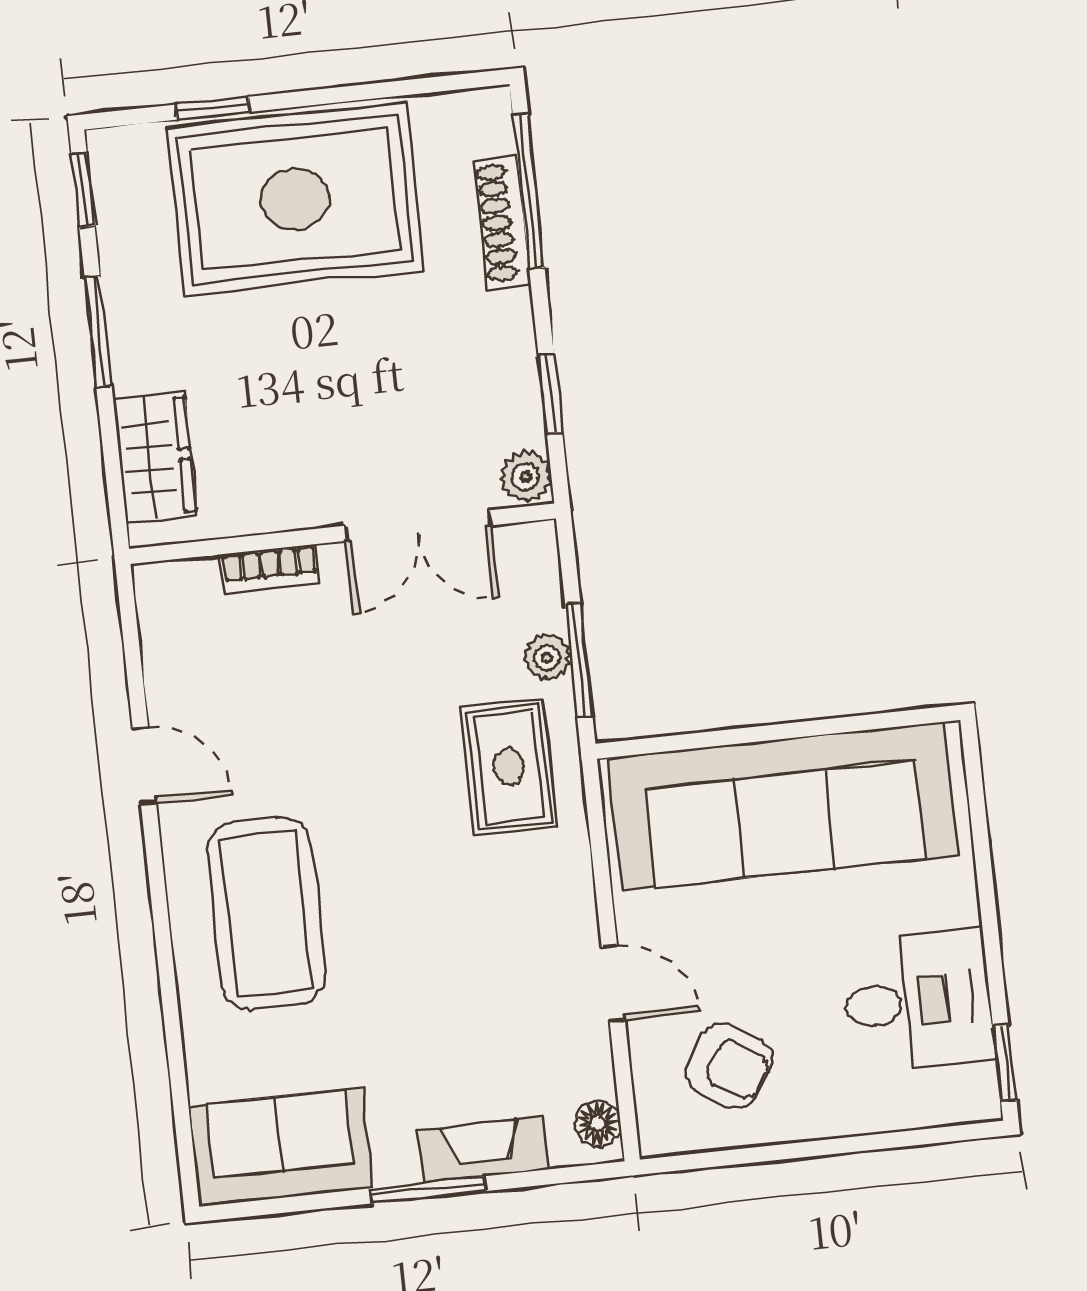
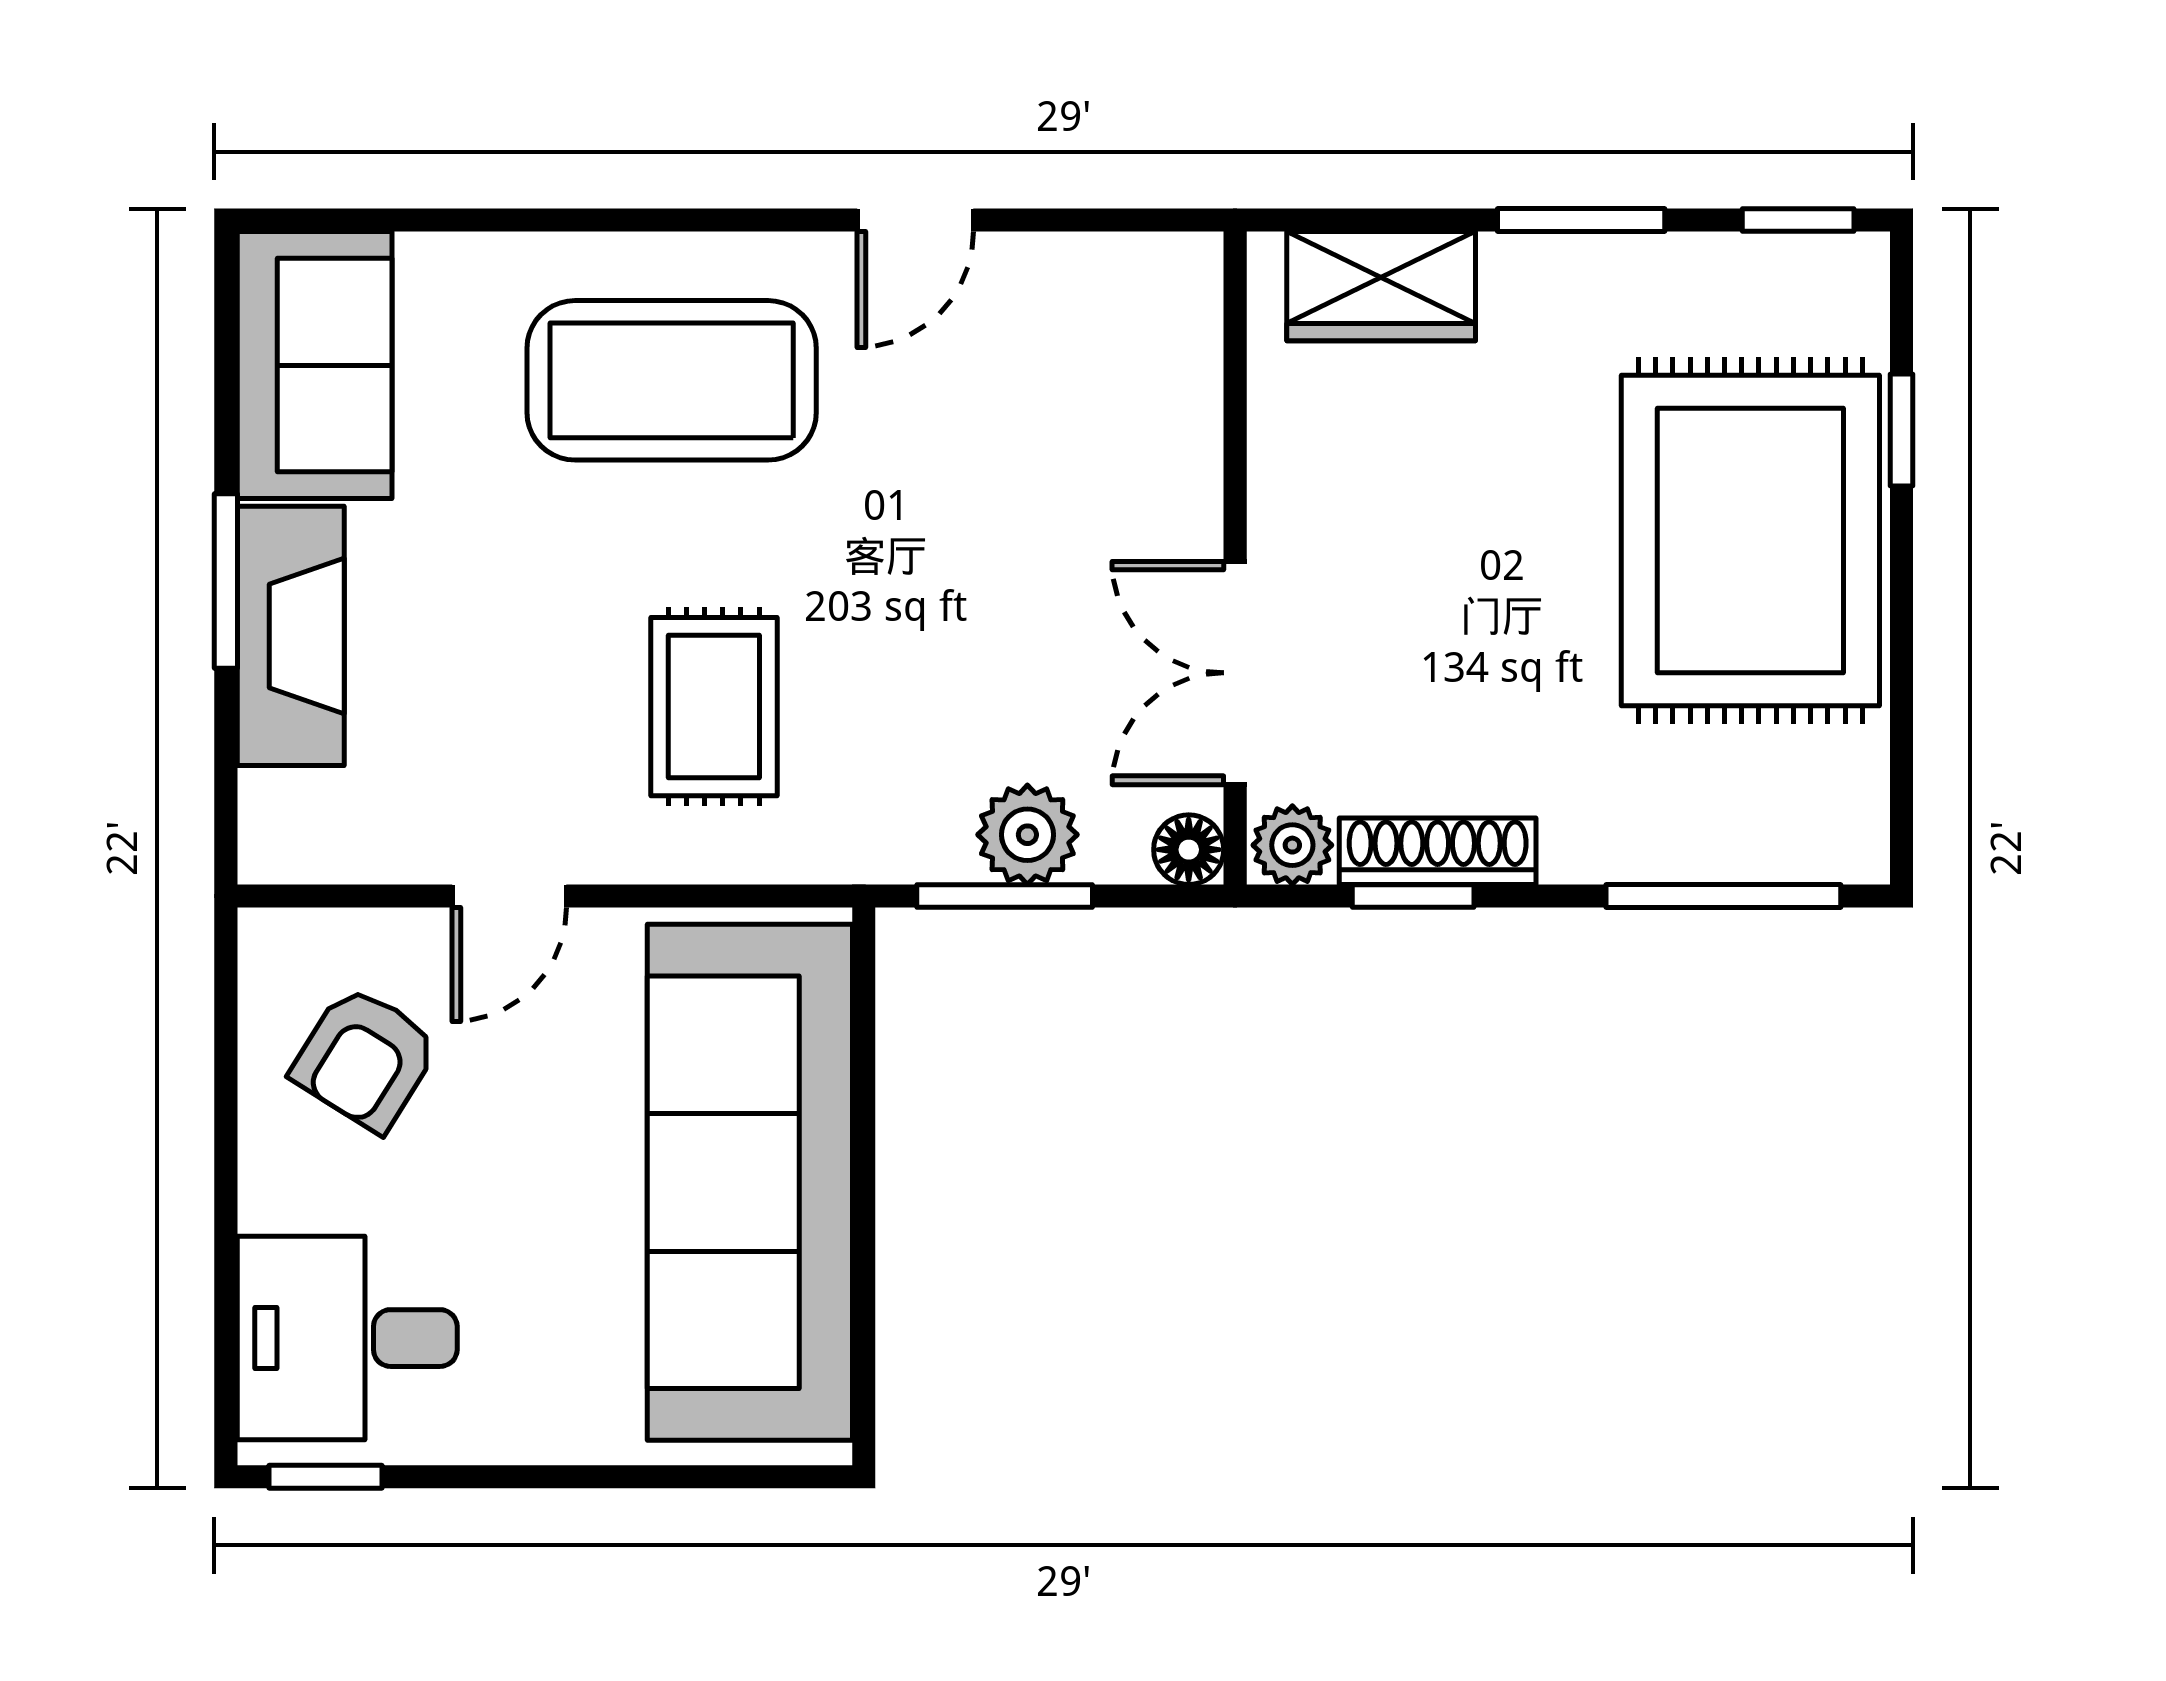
shoe rack: (502, 222) -> (1438, 851), moved
bookcase: (270, 568) -> (1194, 443), removed
plant: (547, 658) -> (1027, 835), width x1.38, depth x1.38
rug: (509, 767) -> (714, 707), moved, turned 90
desk: (918, 1001) -> (347, 1338), moved, turned 90
floor lamp: (598, 1124) -> (1189, 850), moved
fireplace: (483, 1150) -> (291, 636), width x1.37, depth x1.32

